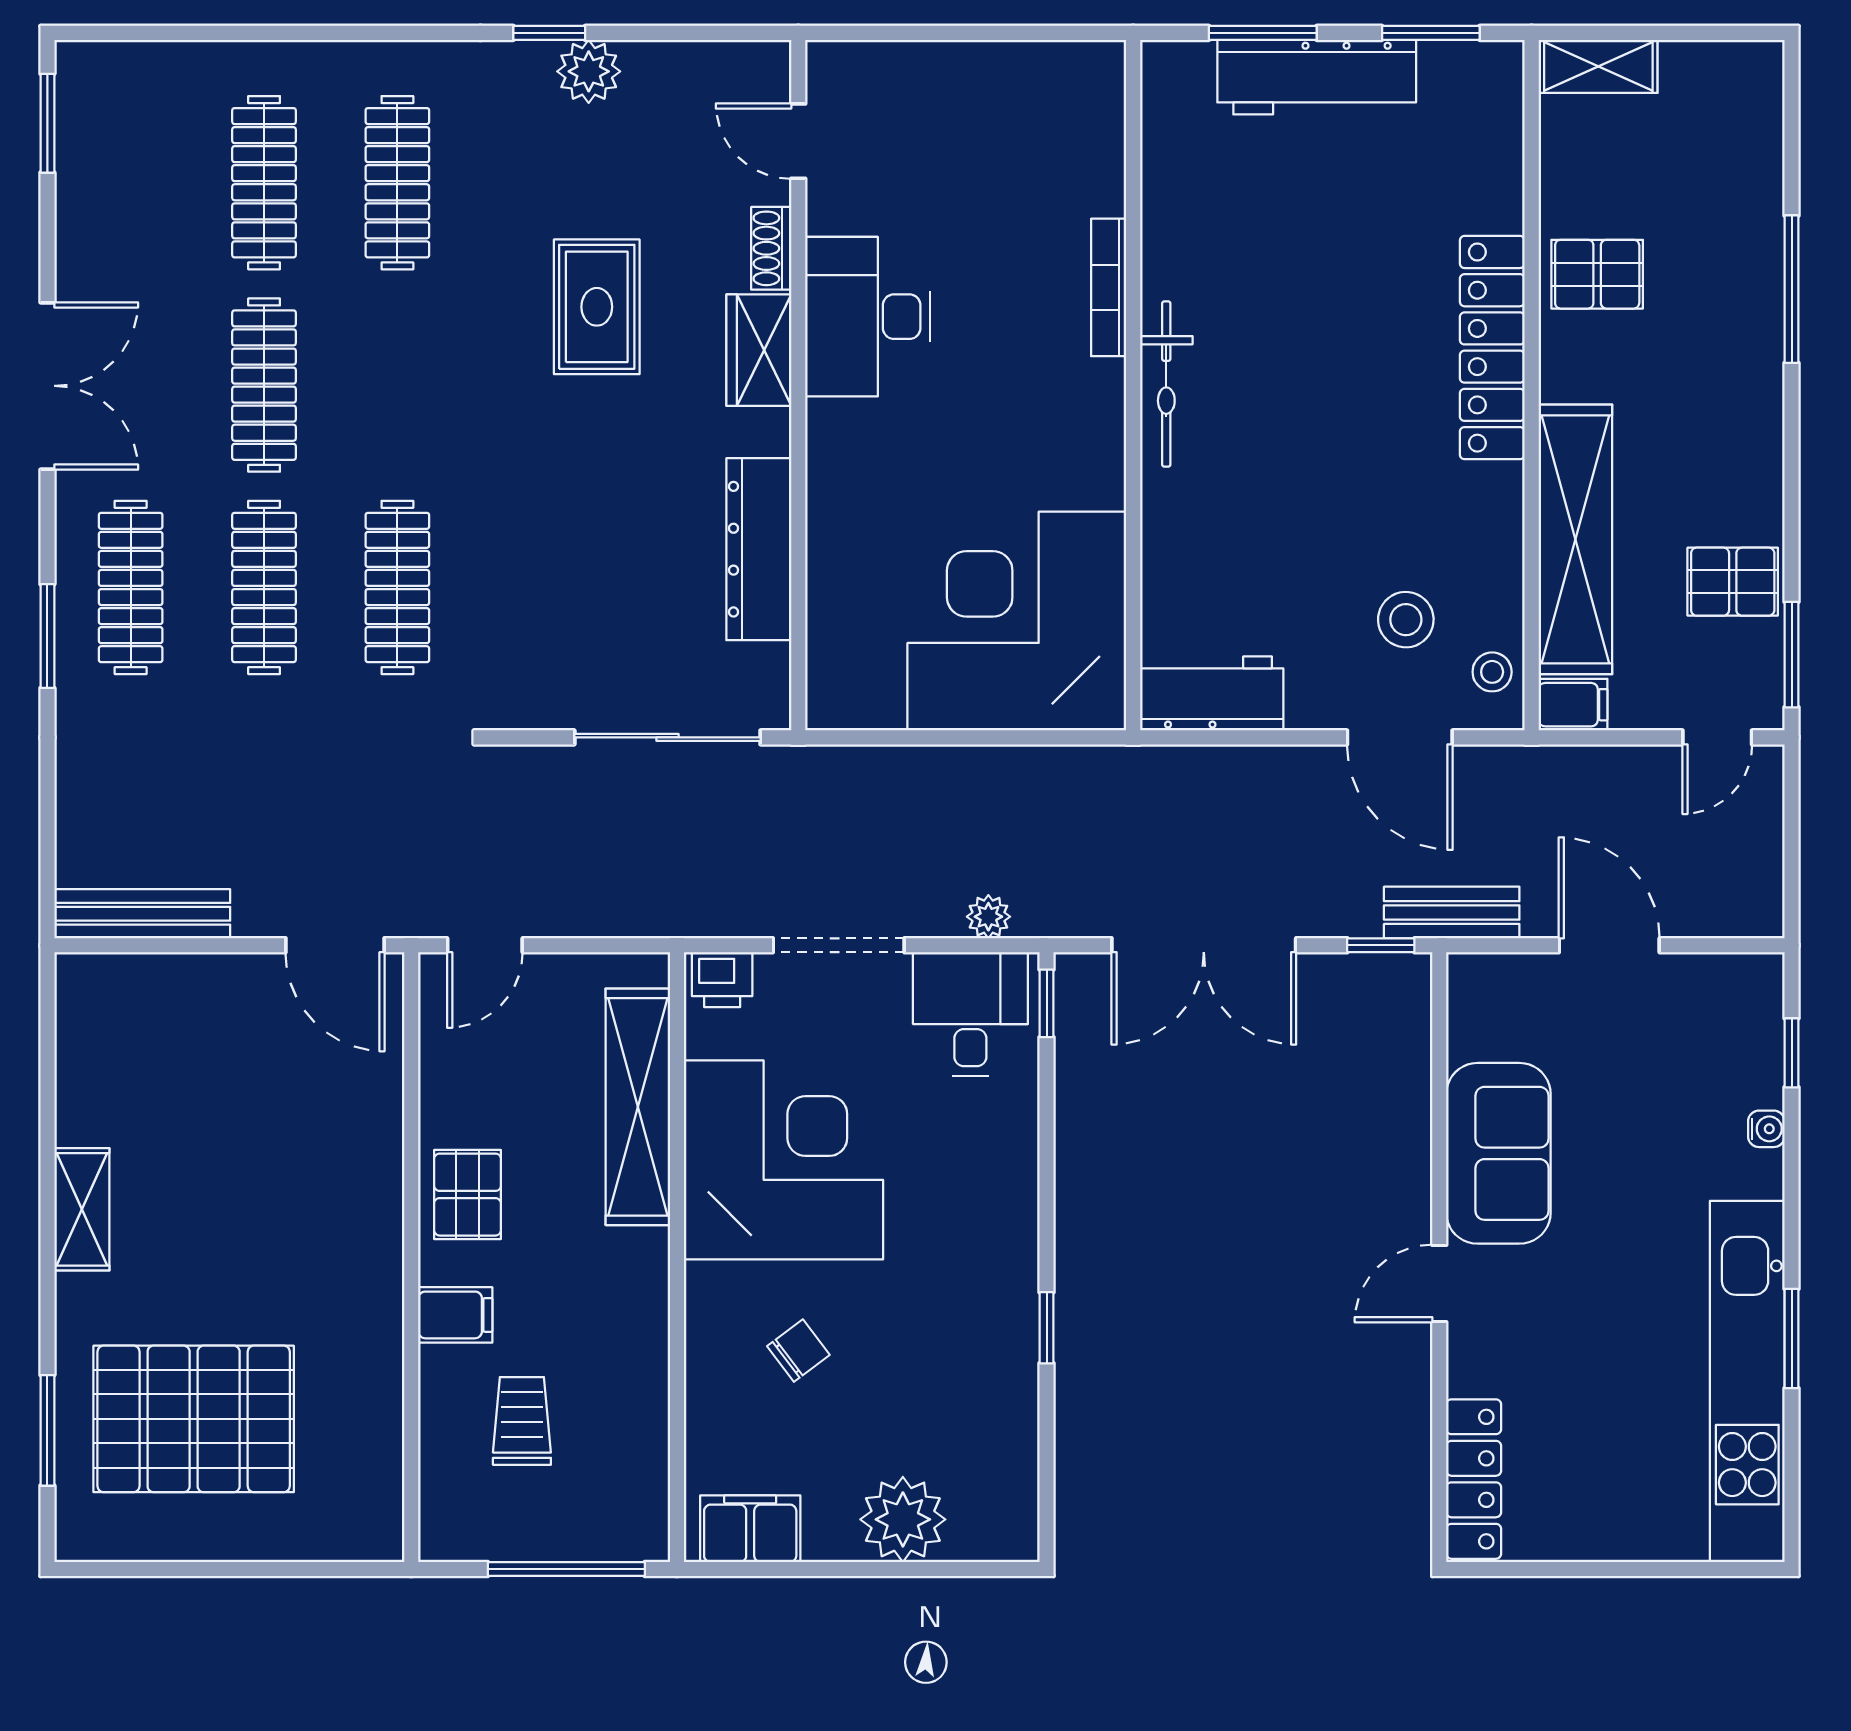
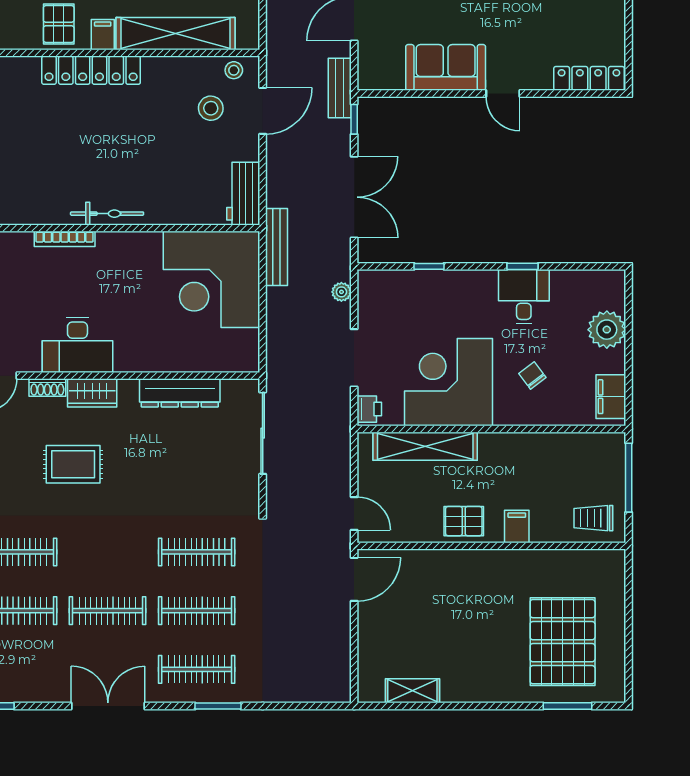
filing cabinet: (1573, 705) -> (103, 35), moved
bench: (142, 914) -> (276, 247), moved
window: (1047, 1003) -> (429, 266), moved
desk: (970, 1014) -> (524, 297), moved, turned 90
shelving: (82, 1209) -> (412, 691), moved
trolley: (522, 1421) -> (593, 518), moved

